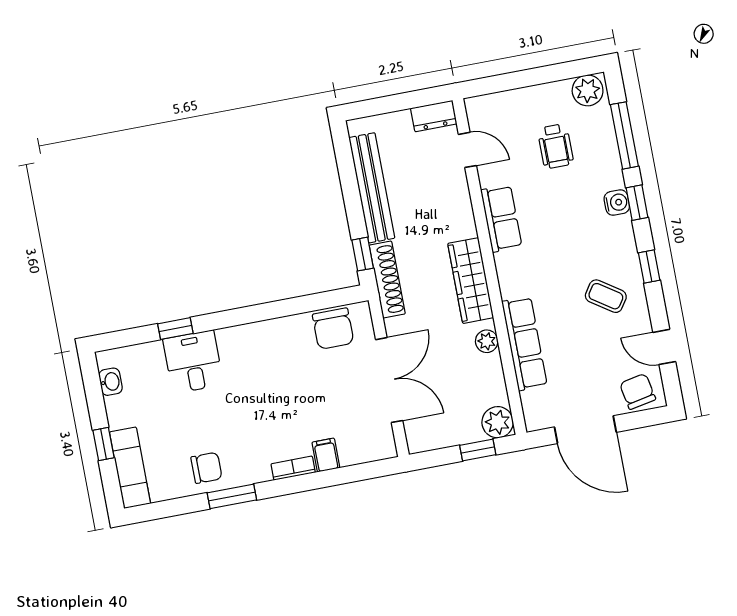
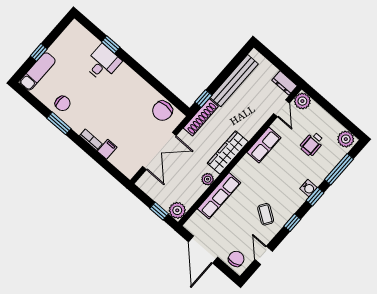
plant: (481, 111) -> (302, 101), added
washbasin: (111, 382) -> (67, 35), removed

